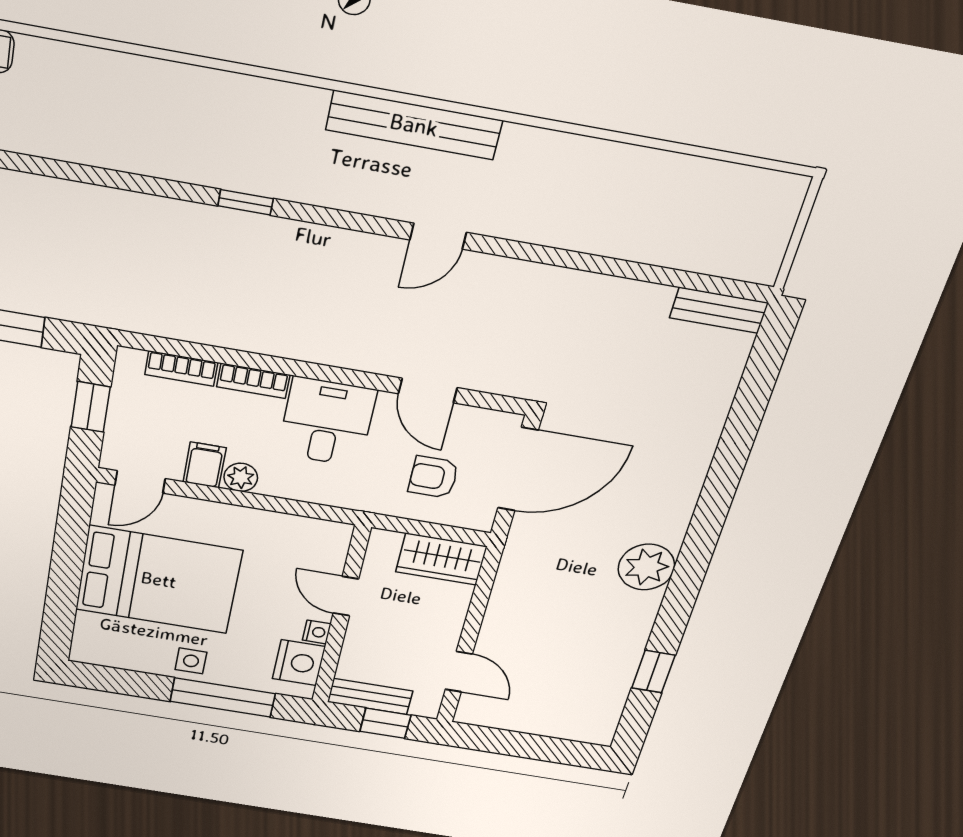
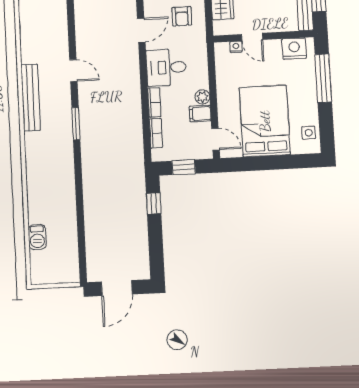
bench: (414, 125) -> (31, 98), moved
window: (246, 202) -> (76, 124), width x1.50
door: (438, 236) -> (73, 71), moved
door: (346, 596) -> (252, 37), hinge flipped
nightstand: (317, 632) -> (236, 47), moved
side table: (191, 661) -> (309, 133), moved

